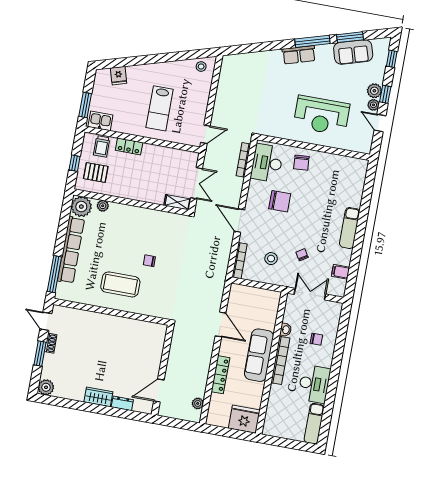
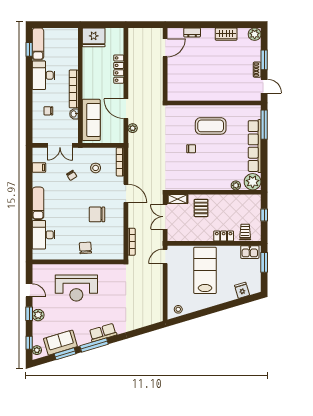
plant: (373, 105) -> (37, 350), moved
lab bench: (160, 108) -> (205, 270), width x1.36, depth x1.39
reception desk: (321, 115) -> (76, 288), turned 180
desk: (267, 163) -> (44, 235), moved, turned 180
pallet: (96, 172) -> (201, 208), moved, turned 90
sofa: (259, 355) -> (91, 120), moved
wardrobe: (98, 397) -> (226, 34), moved
plant: (198, 403) -> (133, 128), moved
window: (326, 419) -> (29, 49), added

